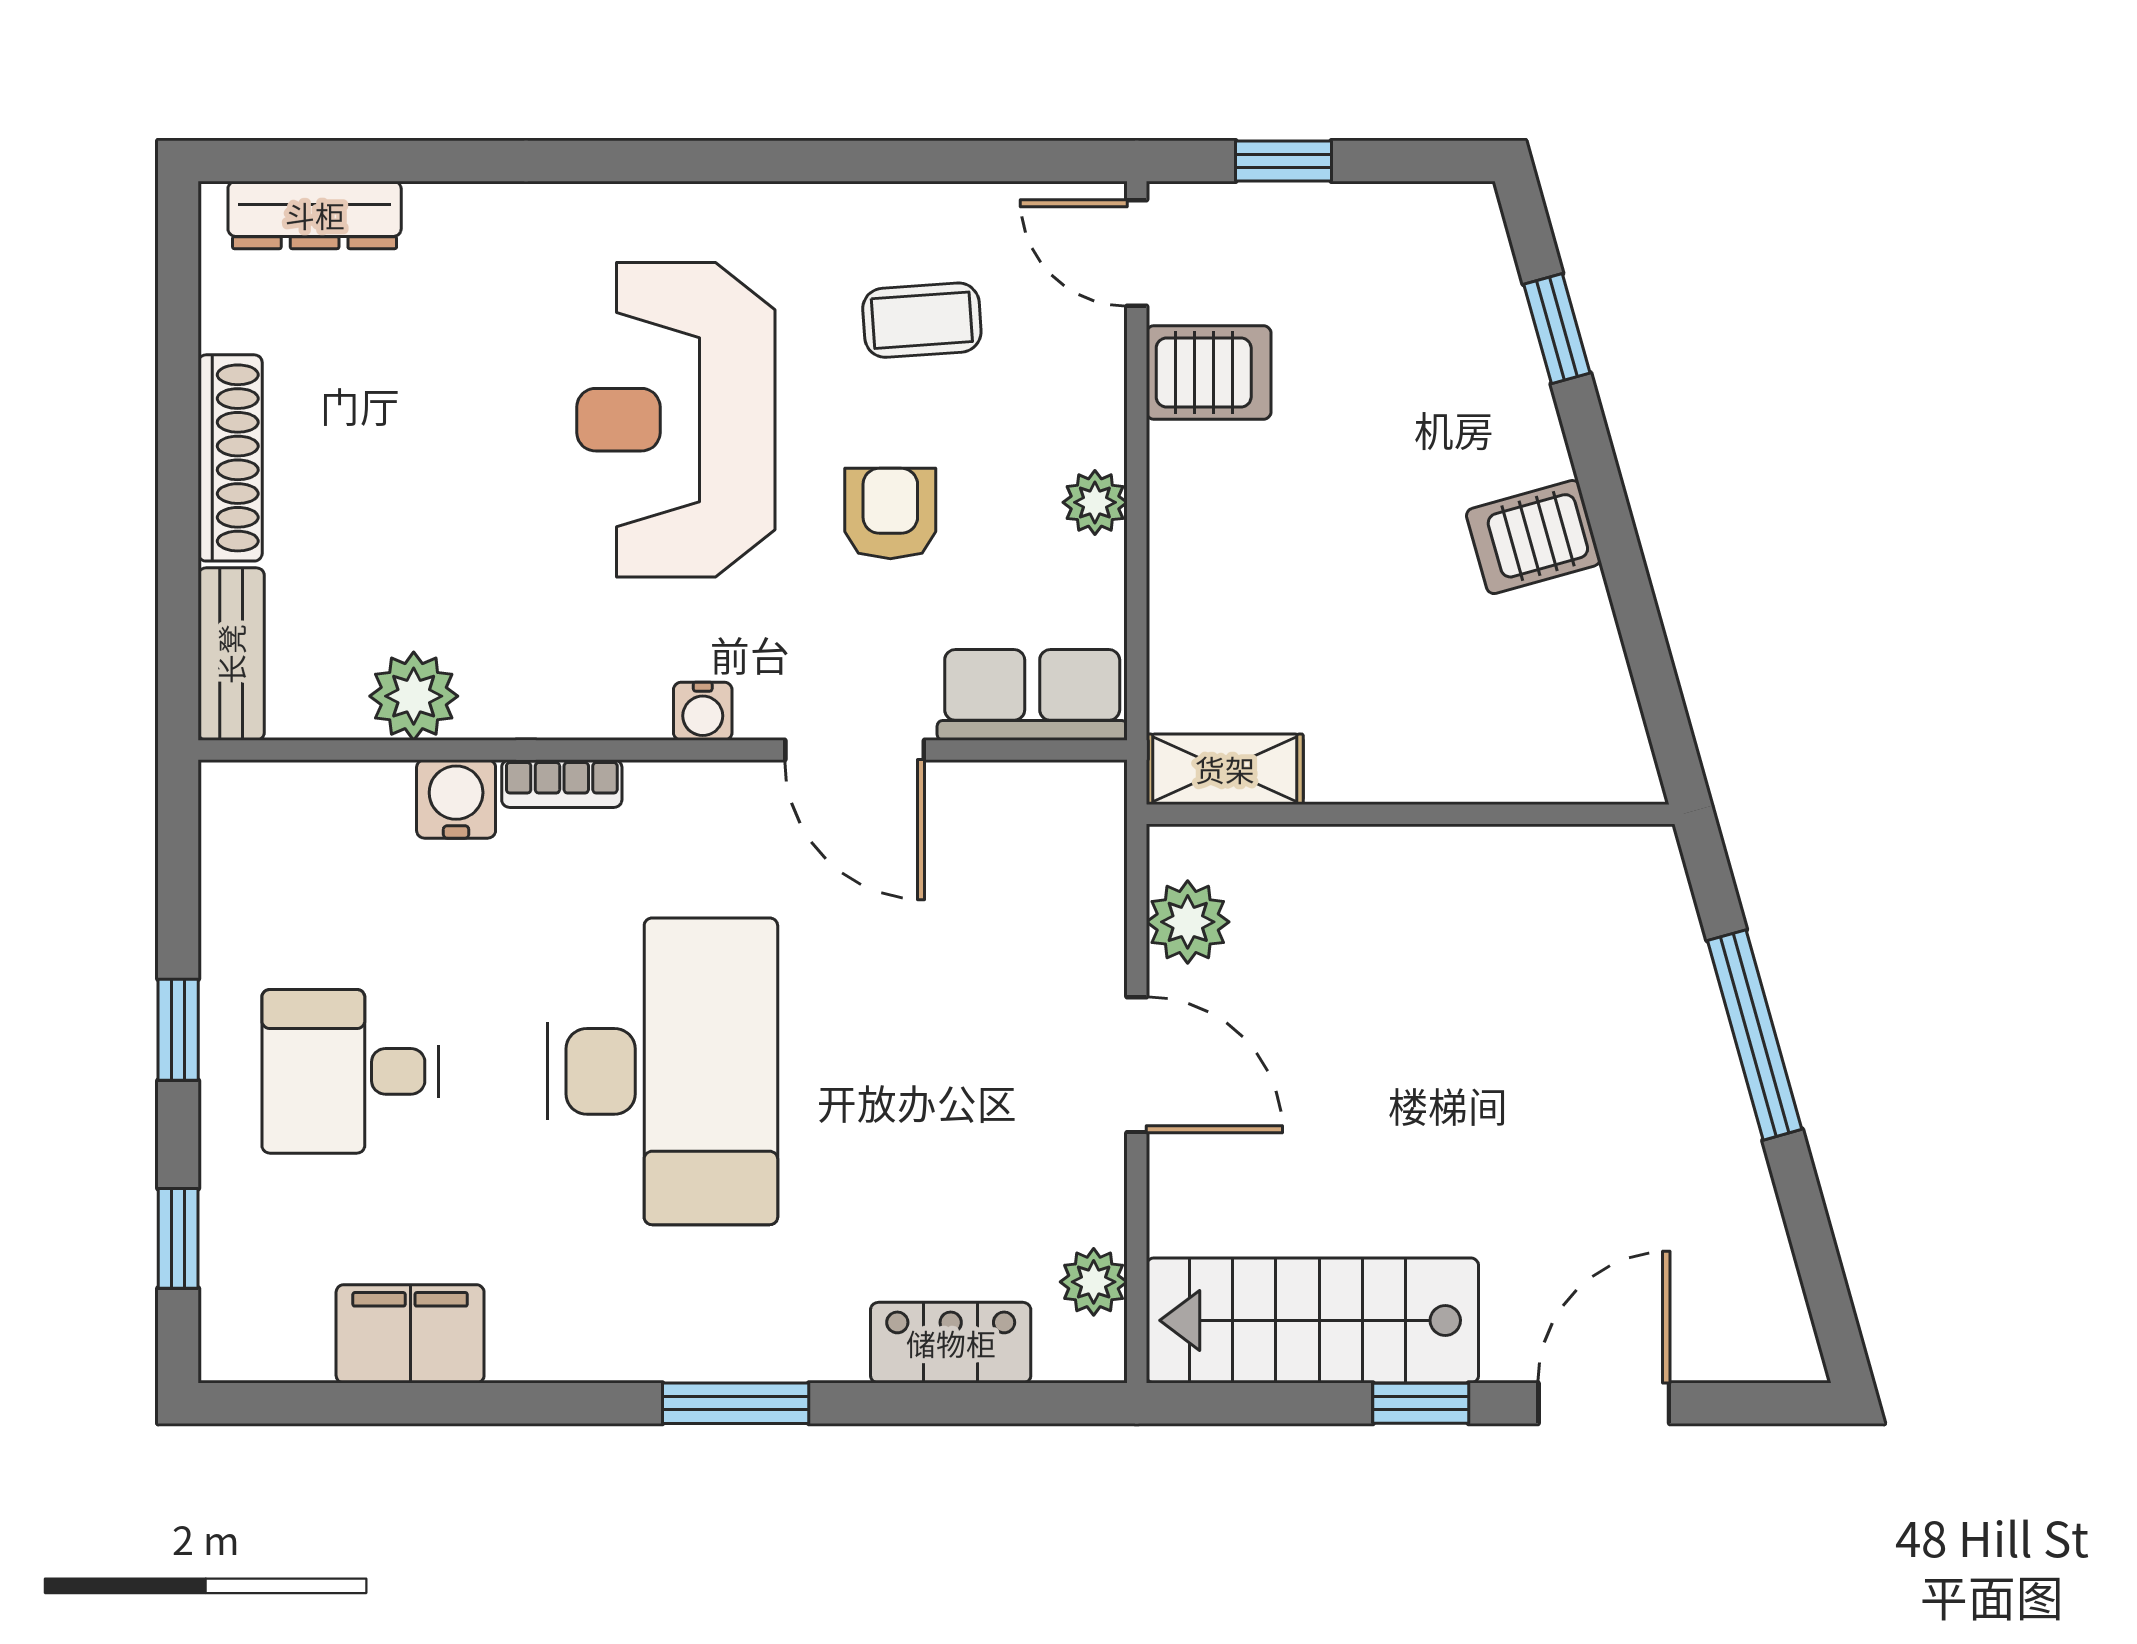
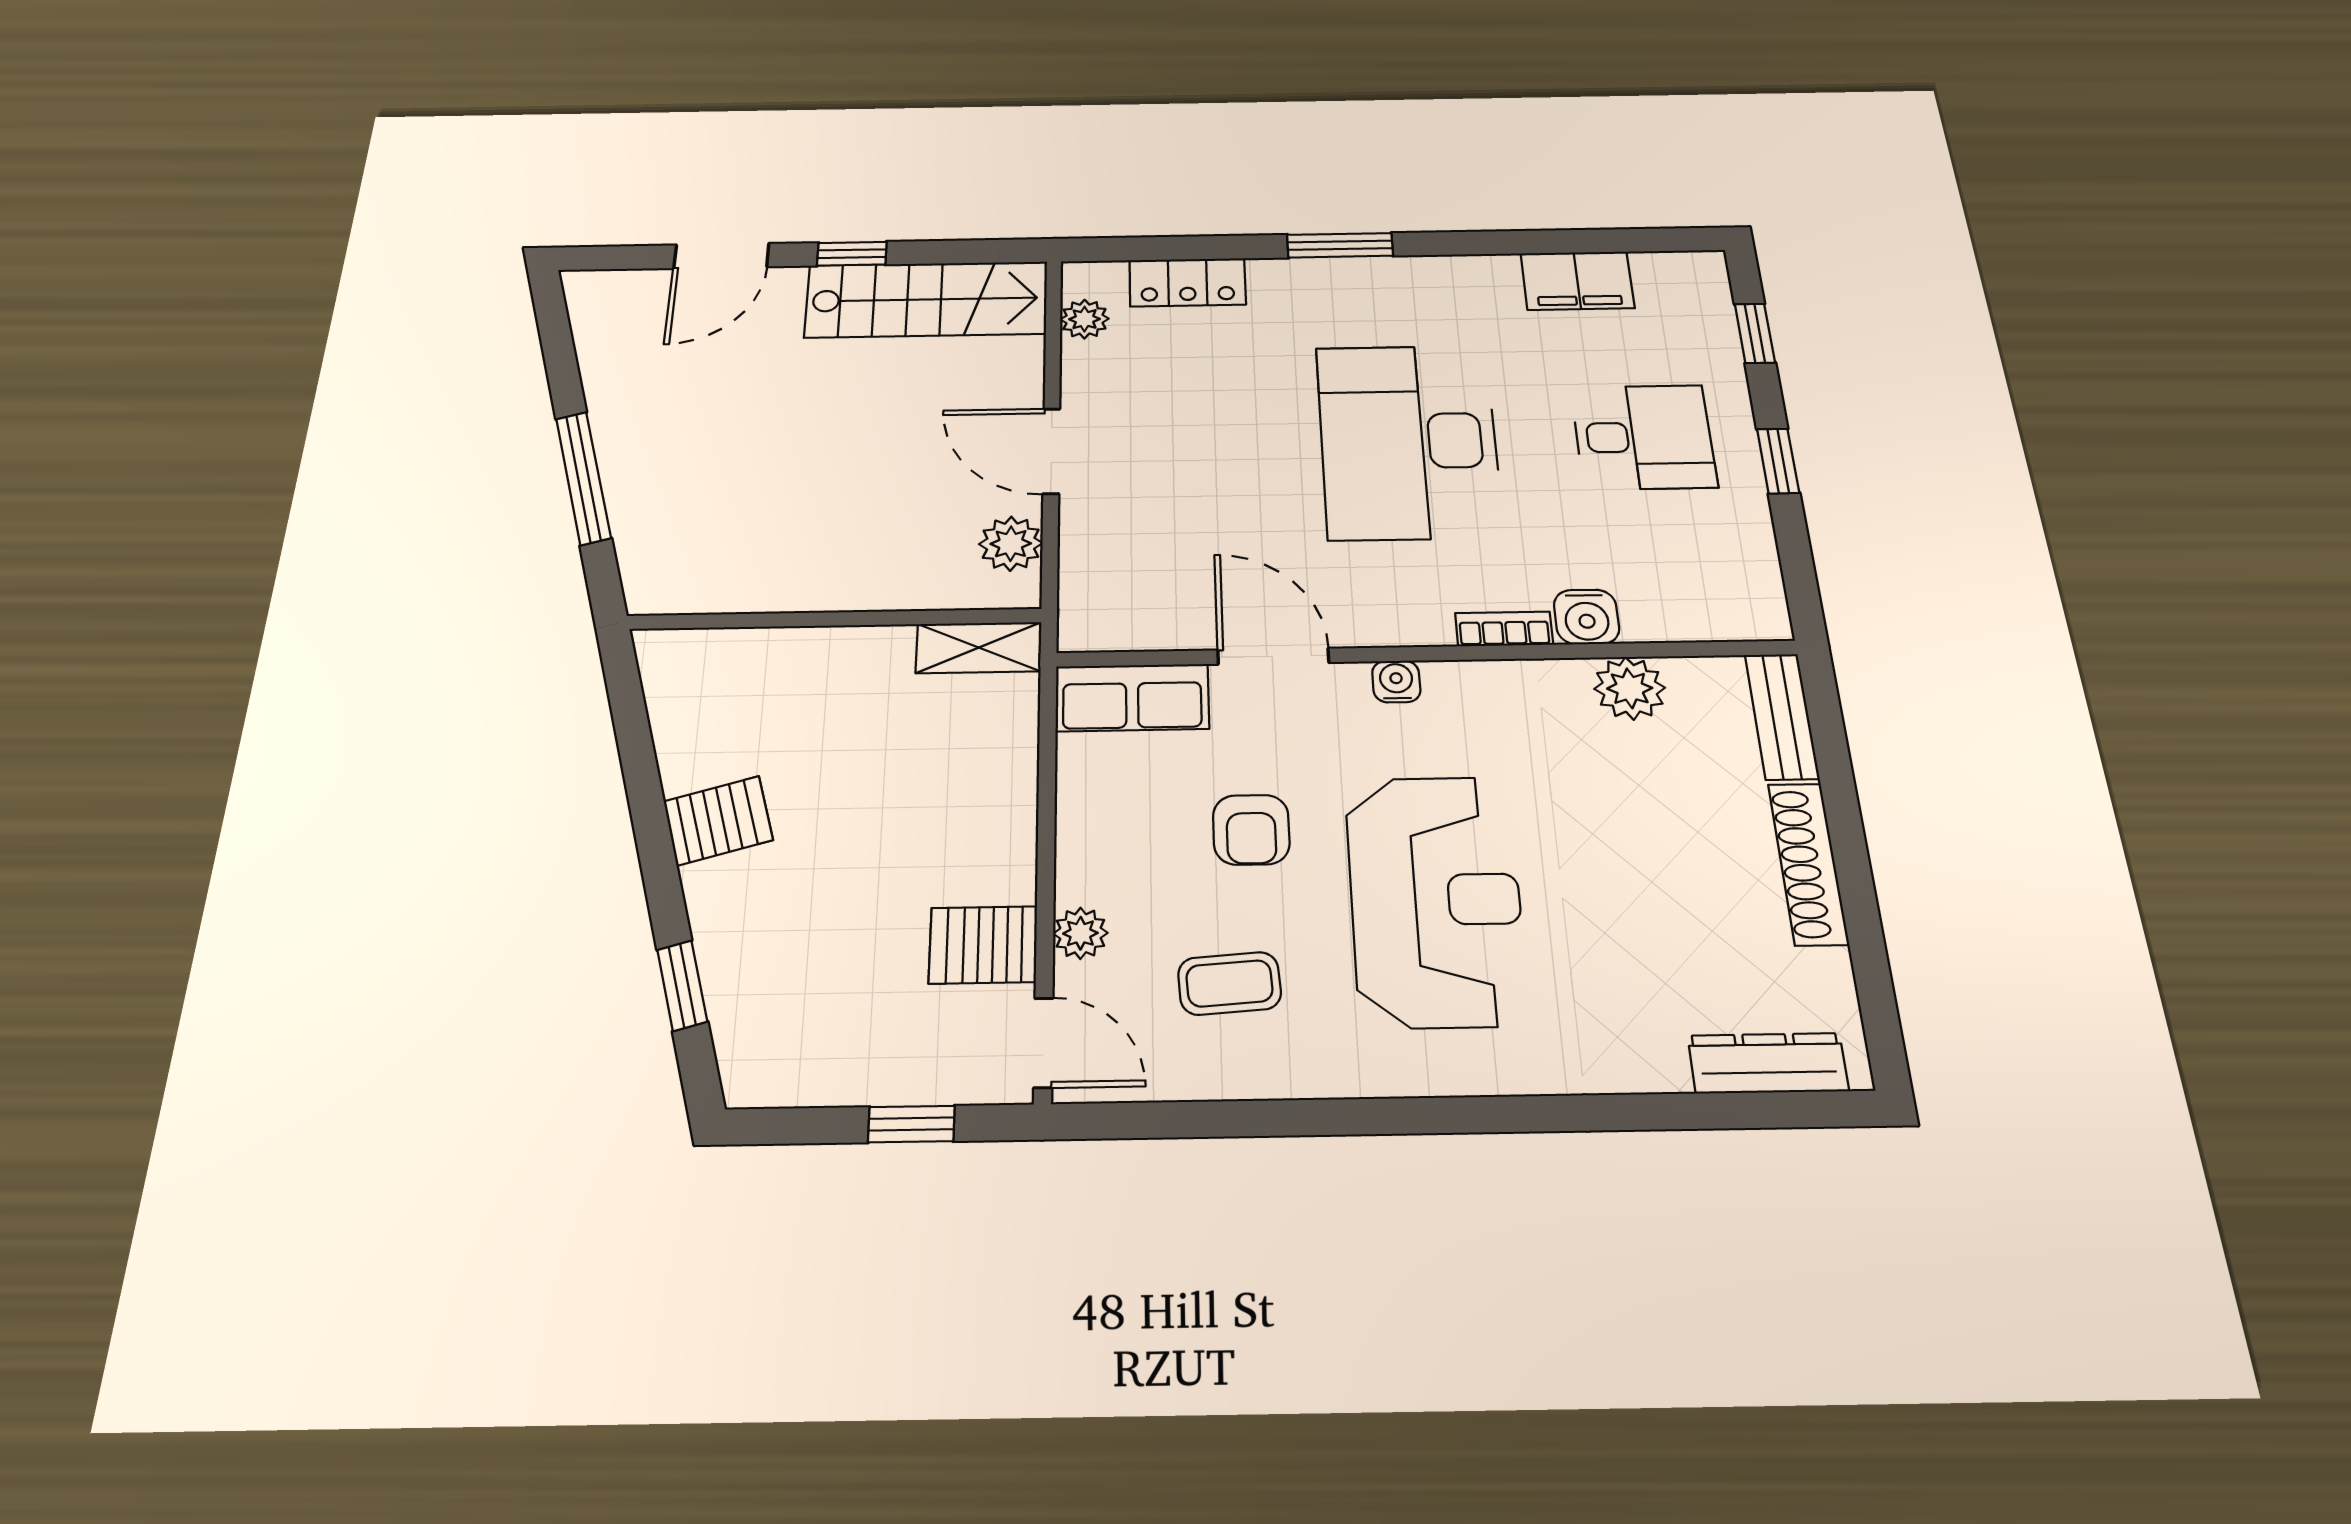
plant: (1095, 502) -> (1080, 933), moved

